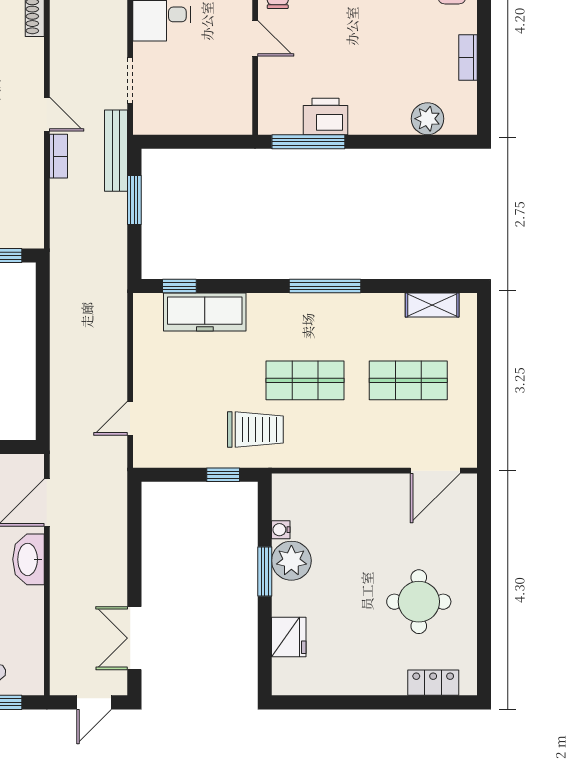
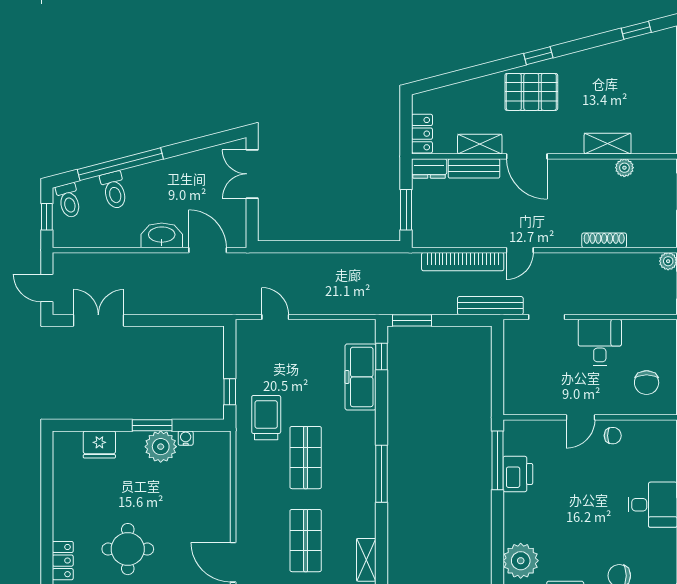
plant: (427, 119) -> (521, 561), width x1.36, depth x1.36
bookcase: (58, 156) -> (463, 262), width x2.31, depth x1.31
window: (134, 200) -> (412, 320), moved
trolley: (255, 429) -> (266, 418), turned 180

